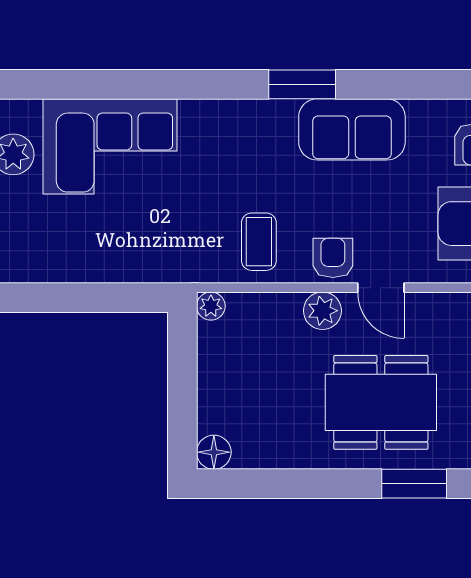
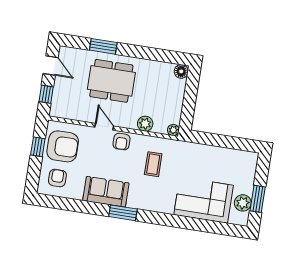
coffee table: (259, 242) -> (153, 164), moved
plant: (322, 311) -> (145, 124), moved

